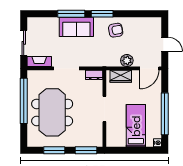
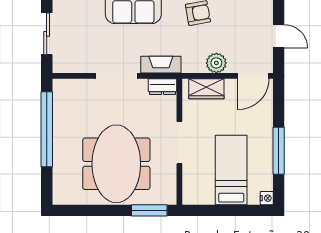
fireplace: (39, 61) -> (161, 65), moved
meeting table: (52, 112) -> (116, 164), moved
window: (165, 114) -> (279, 151), width x0.68
window: (54, 150) -> (97, 210), removed

